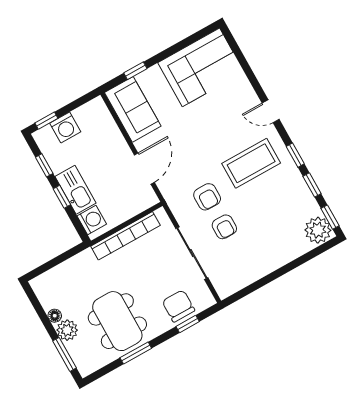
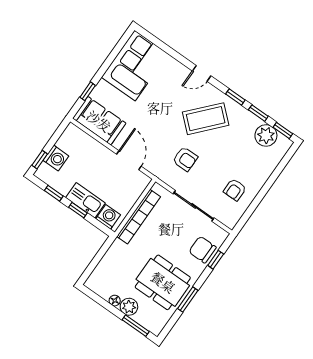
coffee table: (251, 163) -> (206, 119), turned 42
armchair: (224, 227) -> (235, 190), moved, turned 90
plant: (318, 230) -> (266, 135), moved

